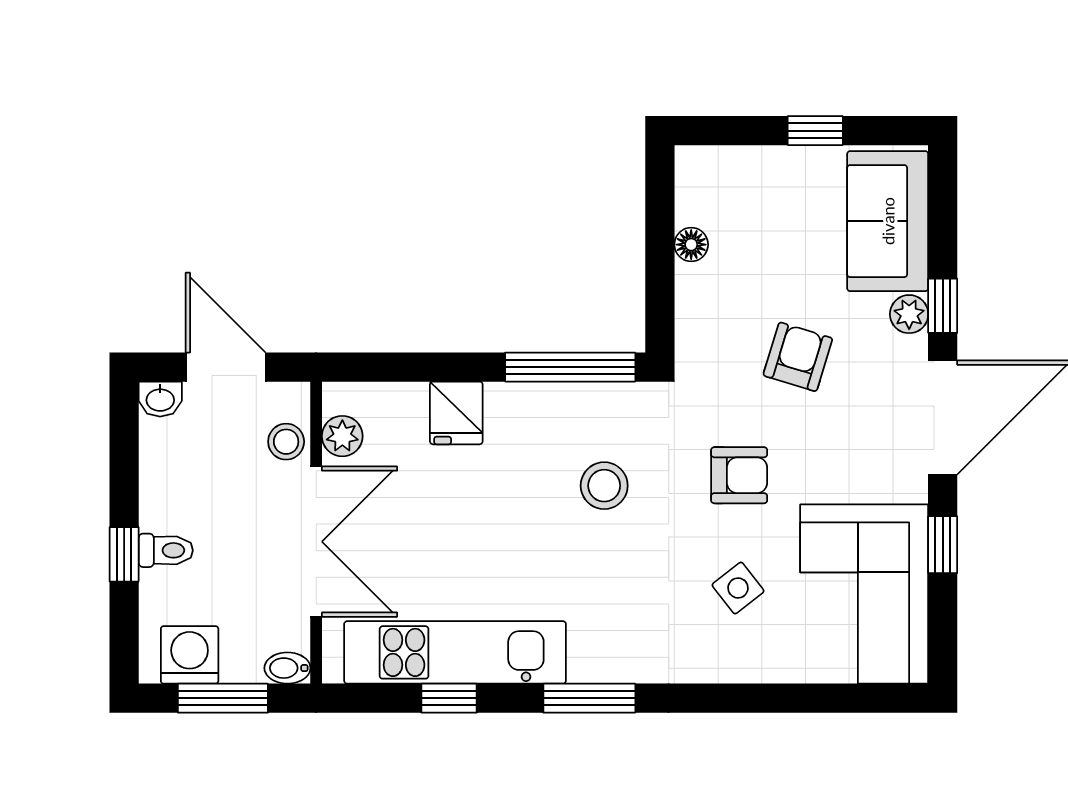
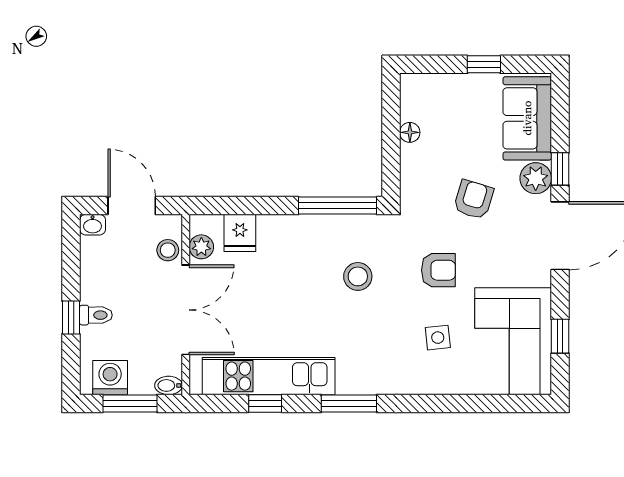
plant: (909, 314) -> (536, 178), width x1.38, depth x1.38
fridge: (456, 413) -> (240, 233), moved
window: (943, 545) -> (560, 336), moved
side table: (738, 588) -> (438, 338), turned 32

